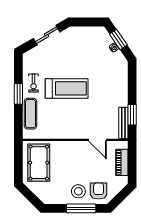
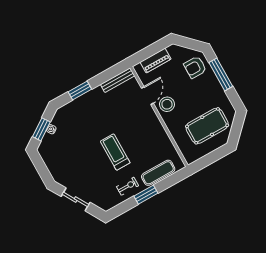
treadmill: (67, 88) -> (115, 152), width x0.73, depth x0.73
window: (132, 115) -> (80, 90), moved
pool table: (39, 163) -> (207, 126), moved
stool: (78, 191) -> (167, 104), moved

